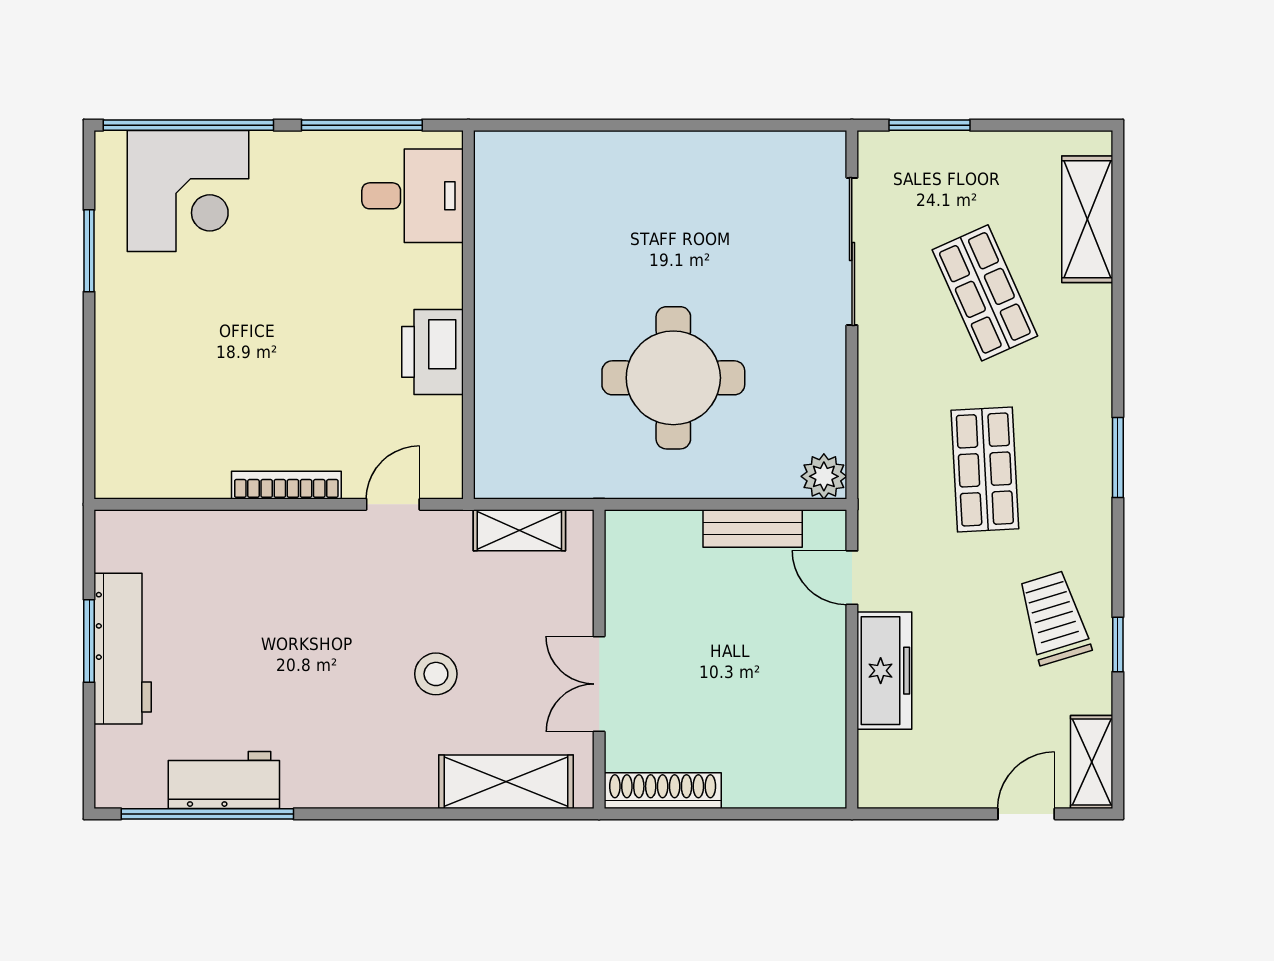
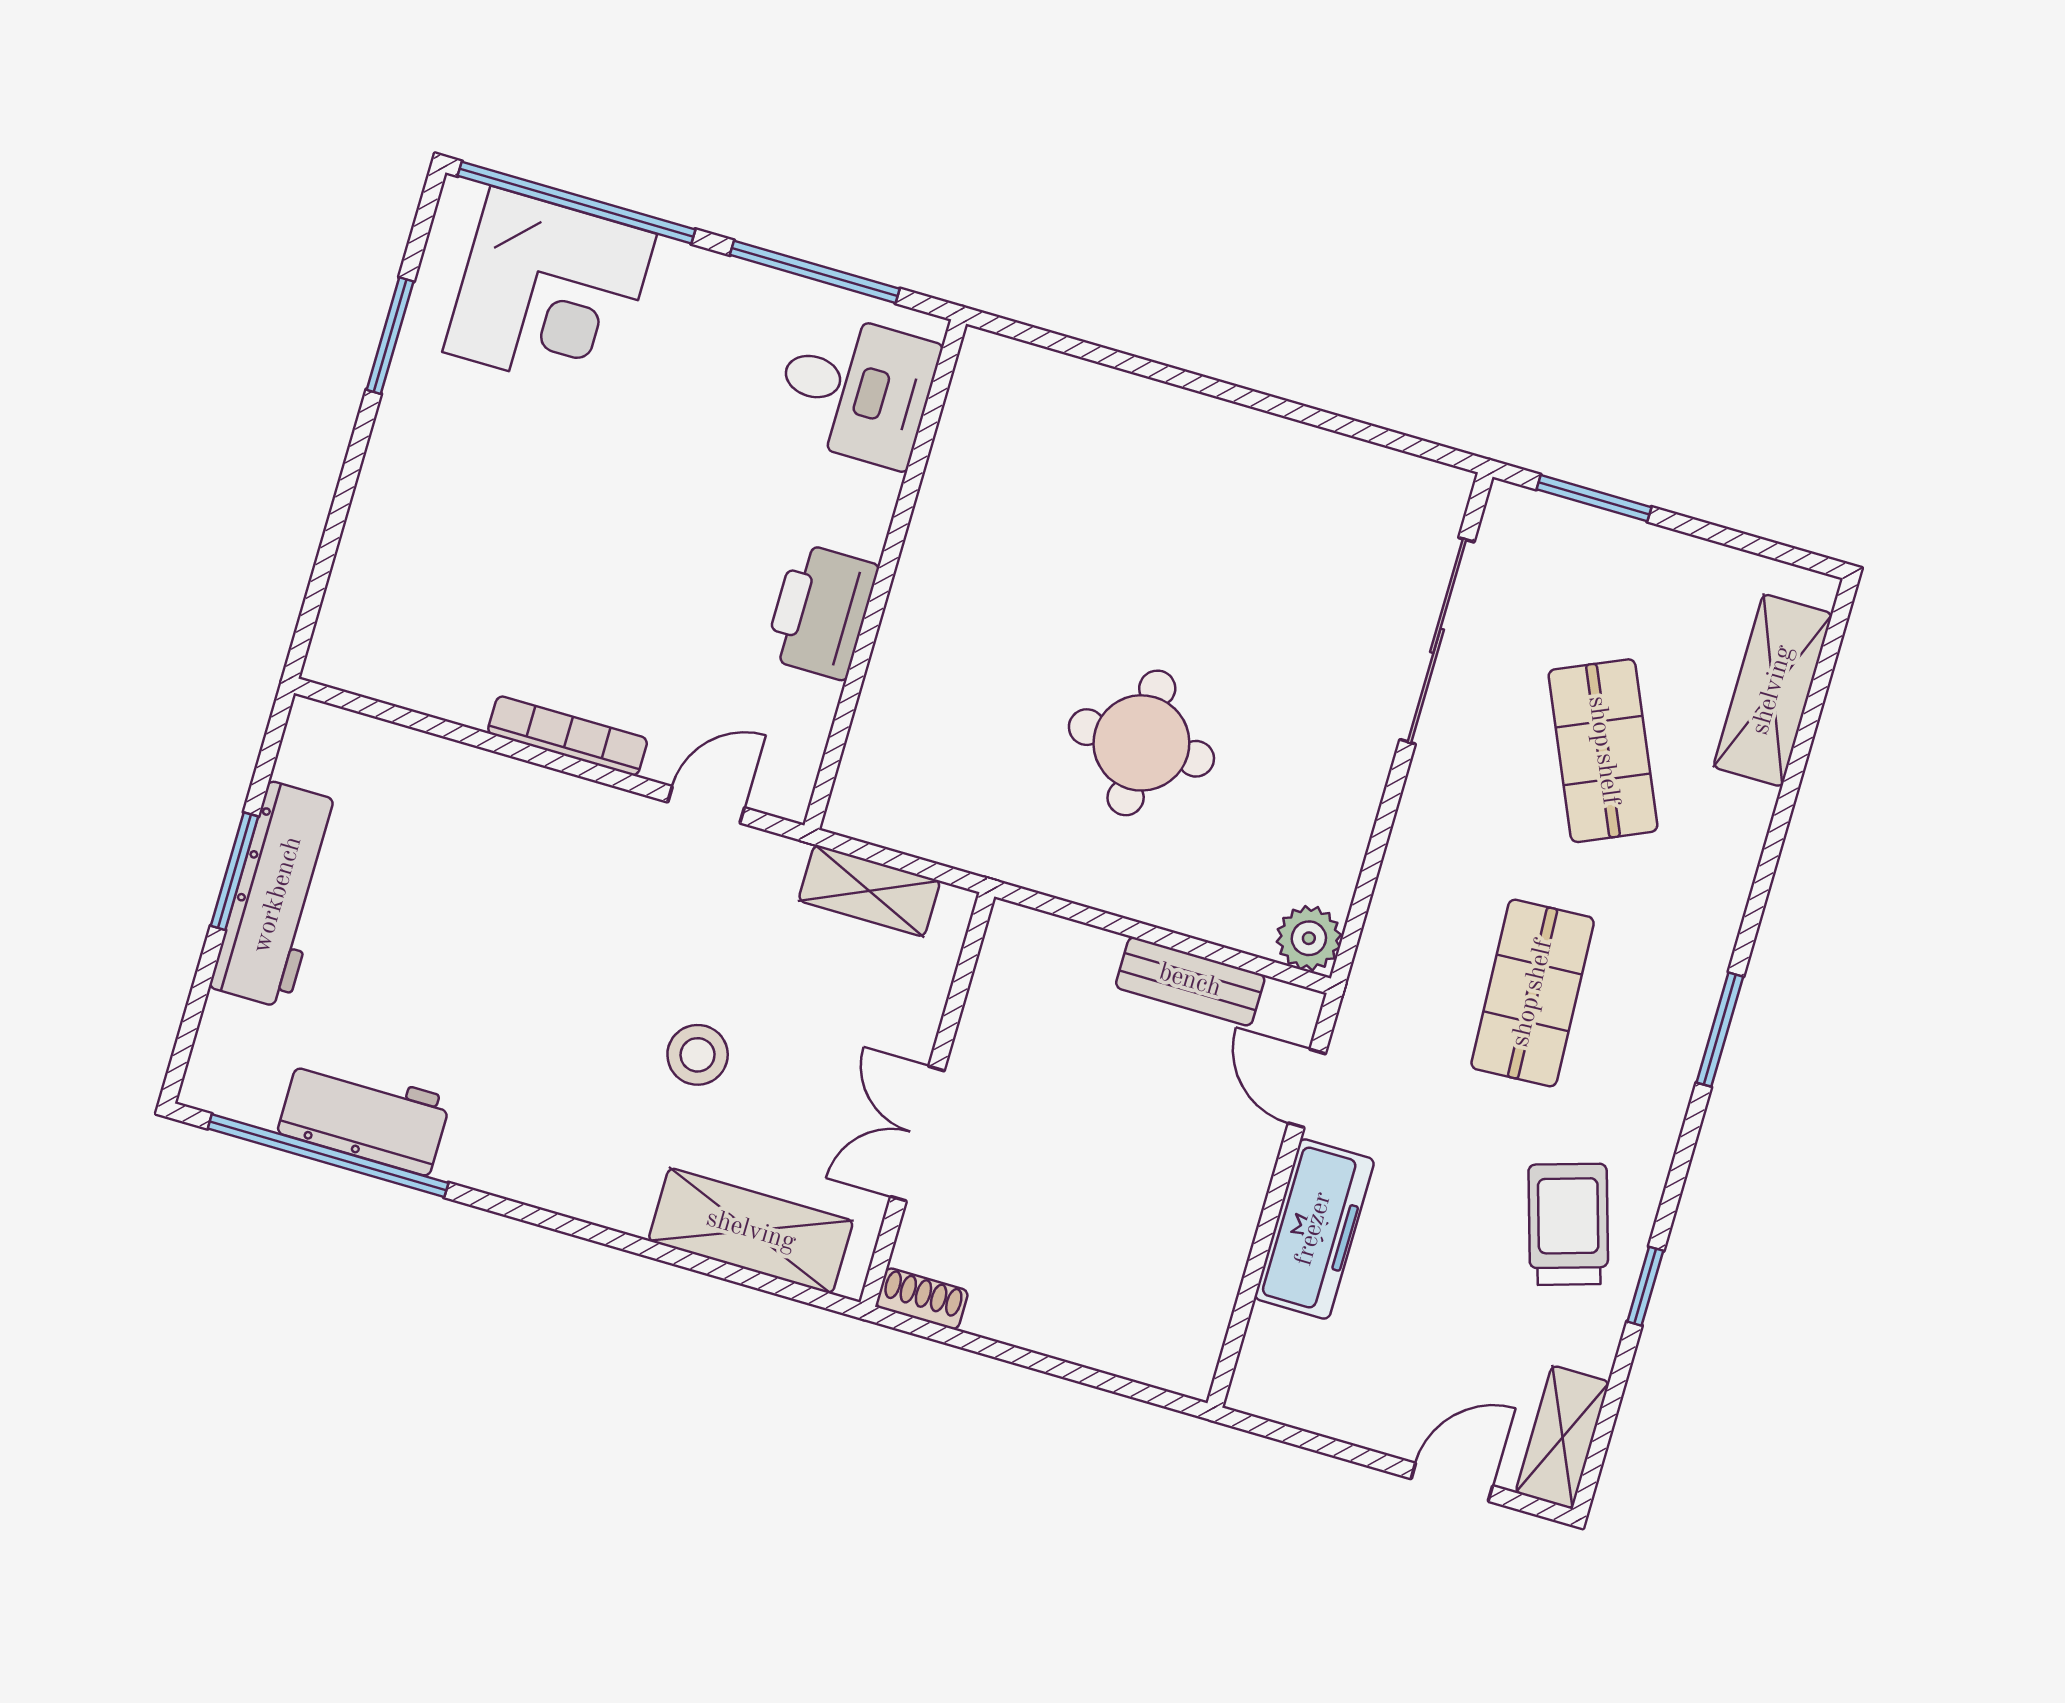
round table: (673, 378) -> (1141, 743), width x0.73, depth x0.73
shoe rack: (663, 791) -> (922, 1299), width x0.51, depth x0.81

